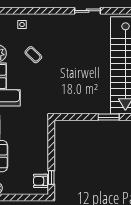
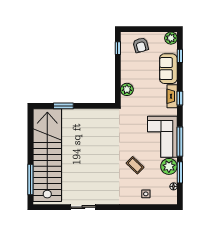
plant: (42, 134) -> (127, 89), added
armchair: (40, 181) -> (141, 45), moved, turned 75

